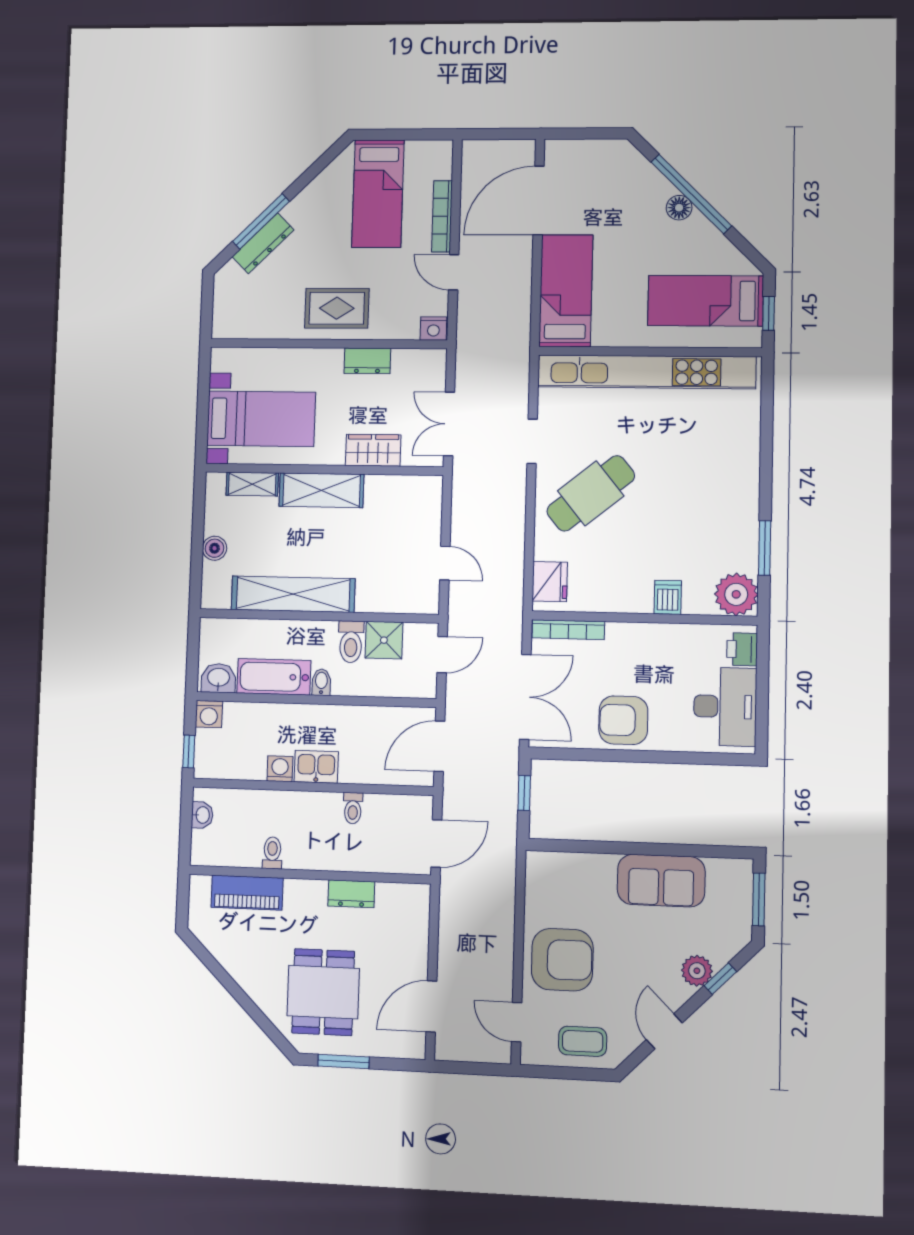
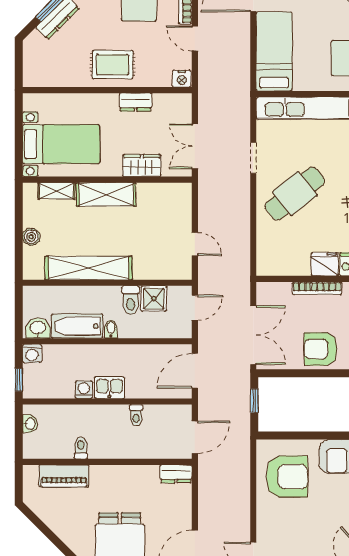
fridge: (550, 582) -> (325, 264), moved, turned -90
bookcase: (568, 630) -> (317, 288), moved
dresser: (351, 894) -> (176, 474), moved
armchair: (562, 960) -> (287, 477), moved

